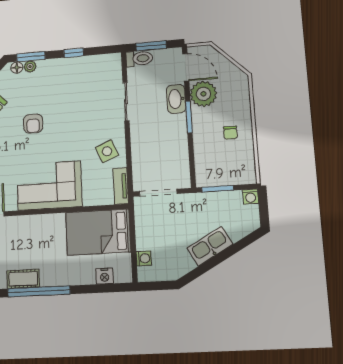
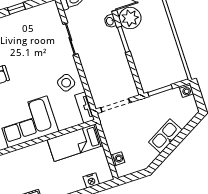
washbasin: (176, 99) -> (110, 21), width x0.52, depth x0.69
chair: (230, 133) -> (159, 44), removed
bed: (98, 232) -> (75, 143), width x0.67

